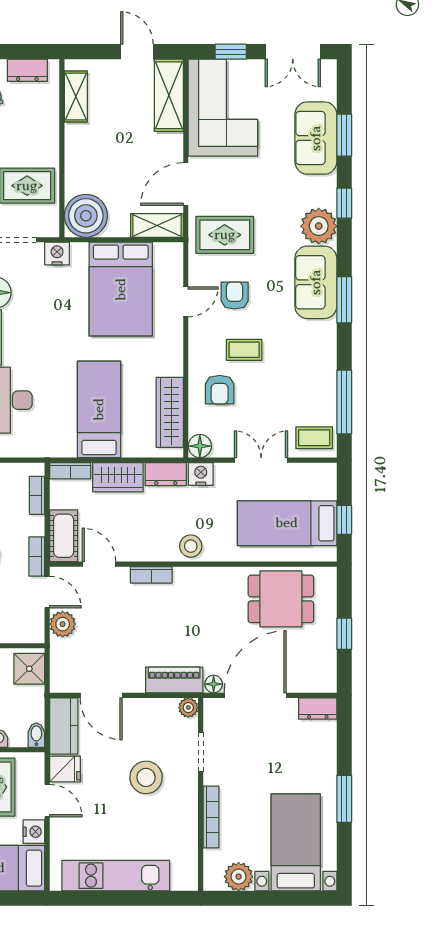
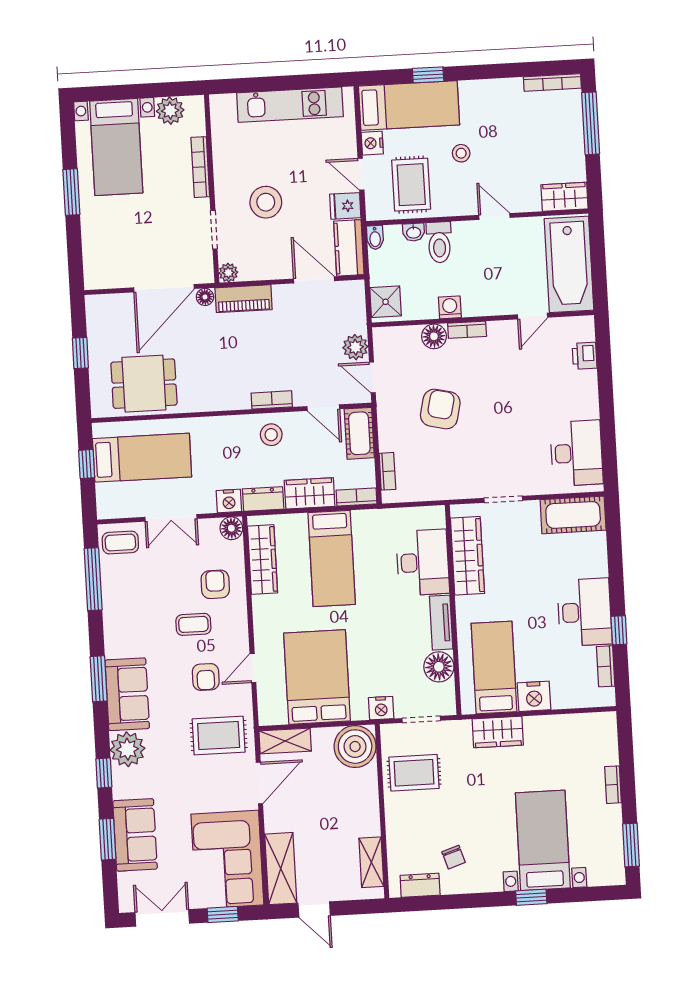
stool: (191, 546) -> (271, 435), moved
bookcase: (37, 557) -> (384, 412), removed
dresser: (318, 708) -> (102, 279), removed

